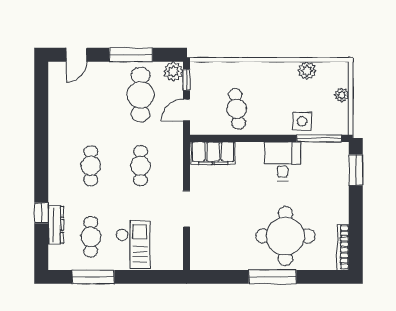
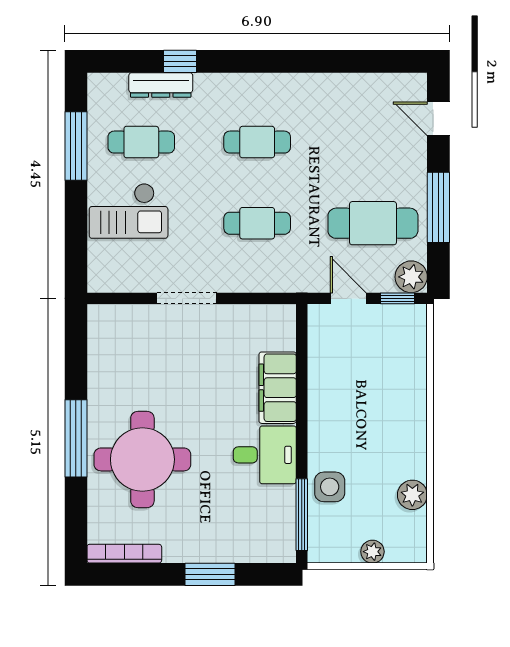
cafe table: (237, 109) -> (350, 380), removed
filing cabinet: (213, 153) -> (278, 388), moved
window: (356, 170) -> (210, 574), moved

